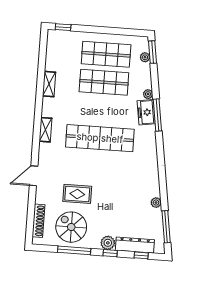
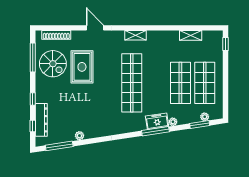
window: (152, 52) -> (200, 124), moved
shelving: (49, 84) -> (191, 35), moved
rug: (77, 194) -> (82, 67), width x1.36, depth x1.43
spiral stairs: (71, 227) -> (53, 64), turned 90
plant: (108, 243) -> (42, 96), removed
window: (74, 250) -> (33, 58), moved

